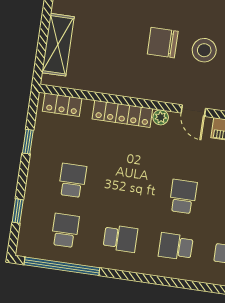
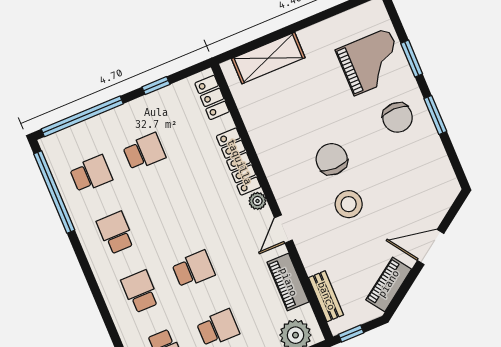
window: (18, 211) -> (82, 116), width x3.17
school desk: (120, 238) -> (116, 233), turned 180

